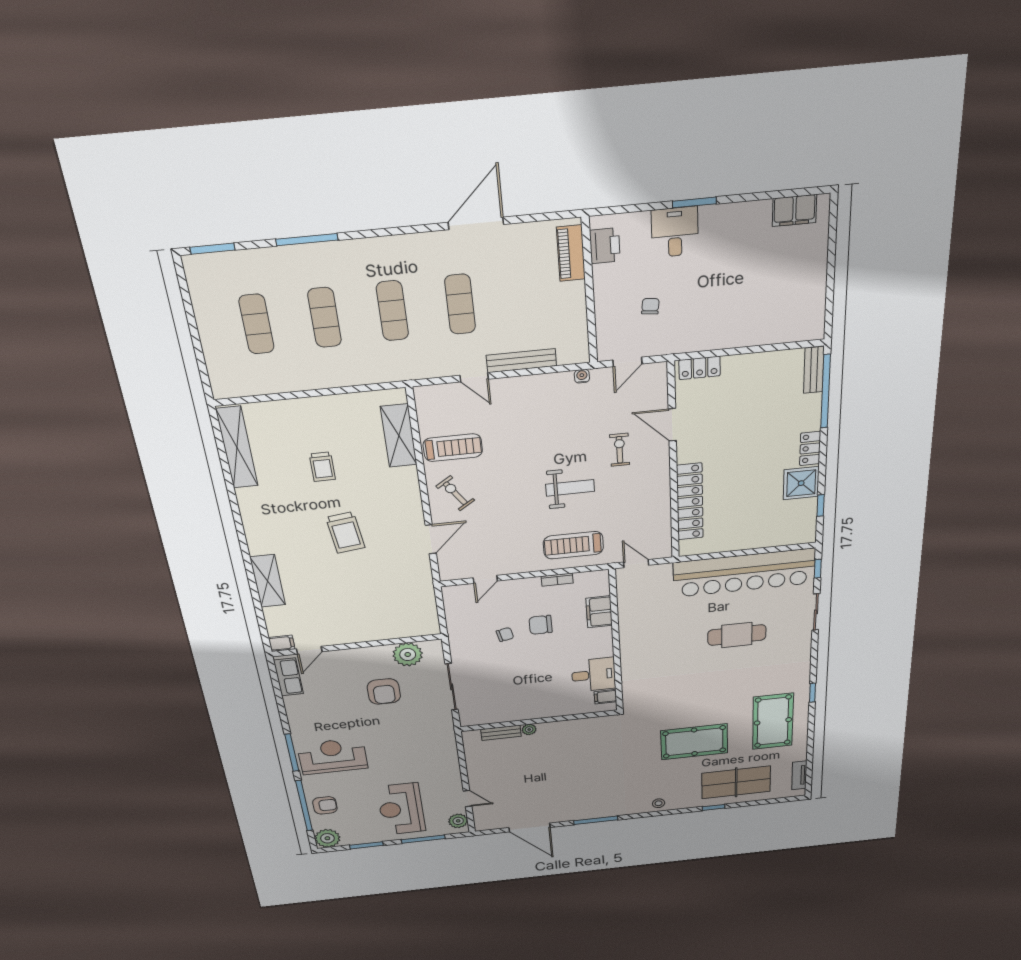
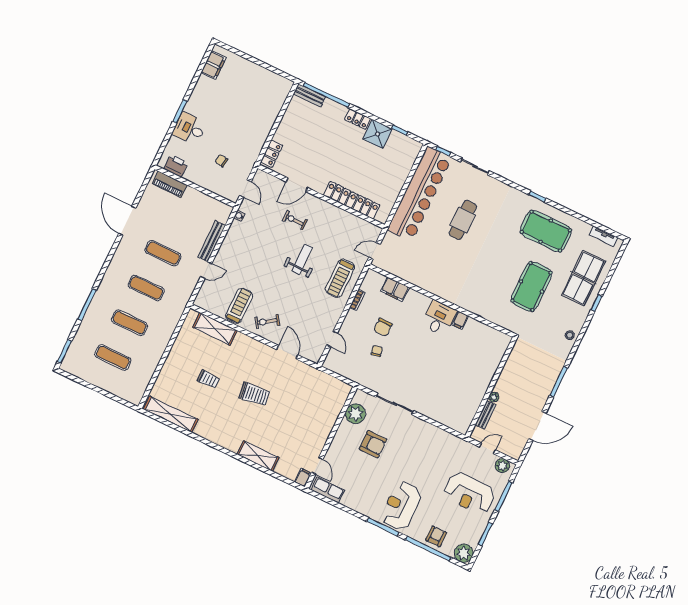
wall: (539, 721) -> (491, 387), moved
plant: (529, 729) -> (494, 397), moved
bench: (501, 733) -> (486, 415), moved

